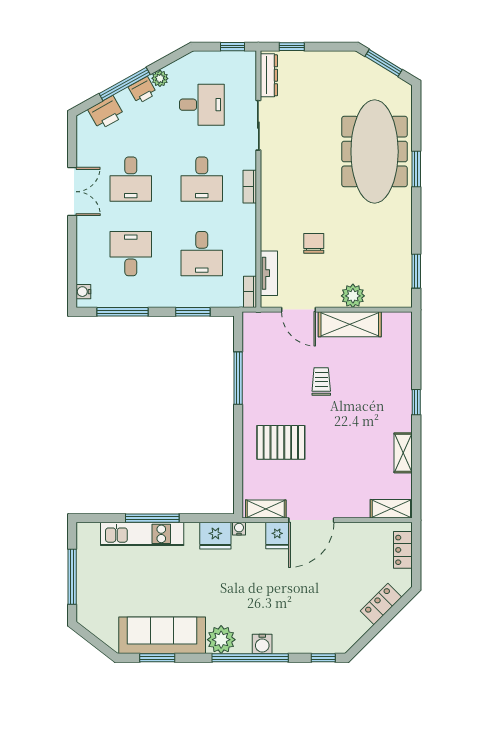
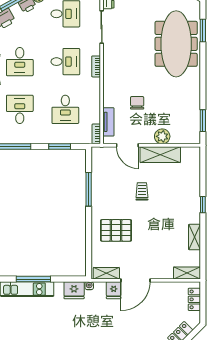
window: (416, 169) -> (203, 30), moved
desk: (202, 179) -> (65, 62), turned -90

